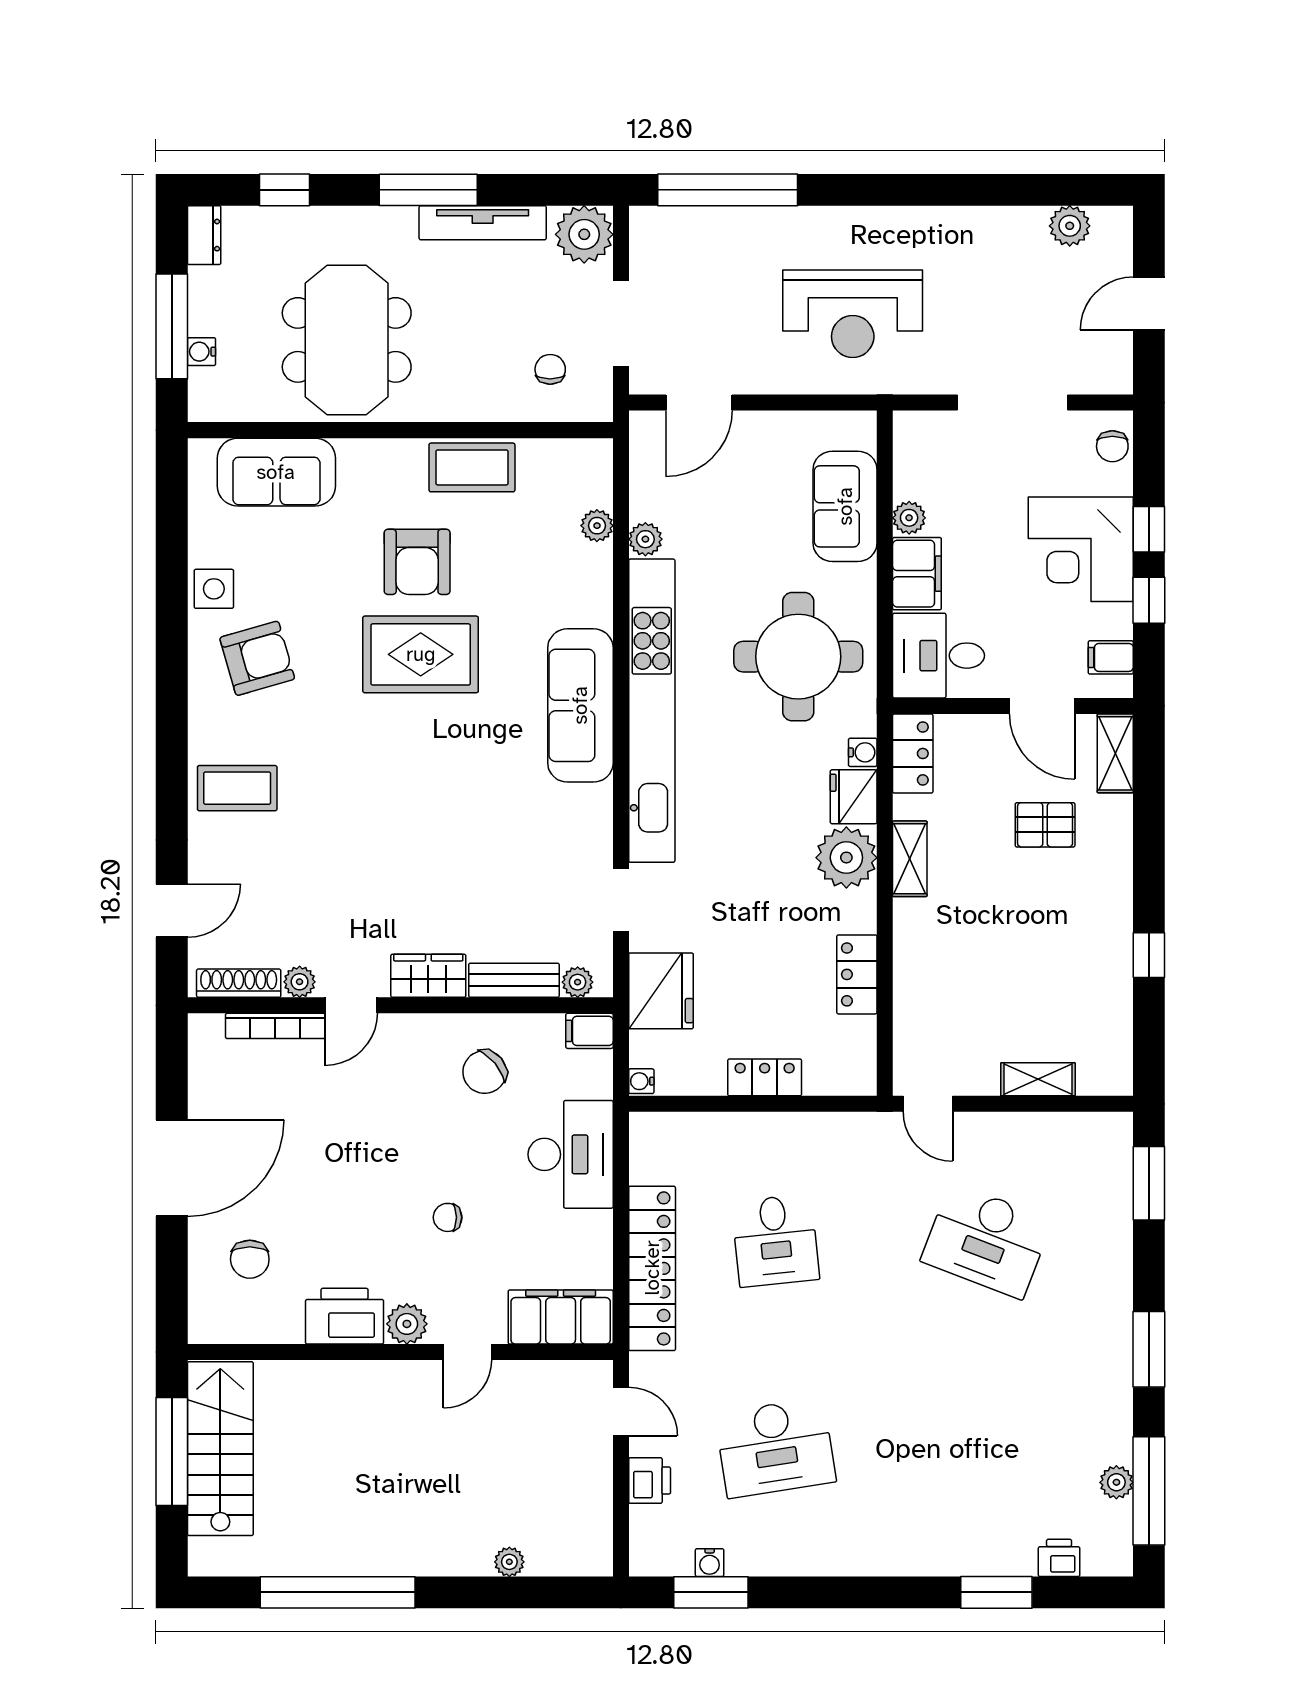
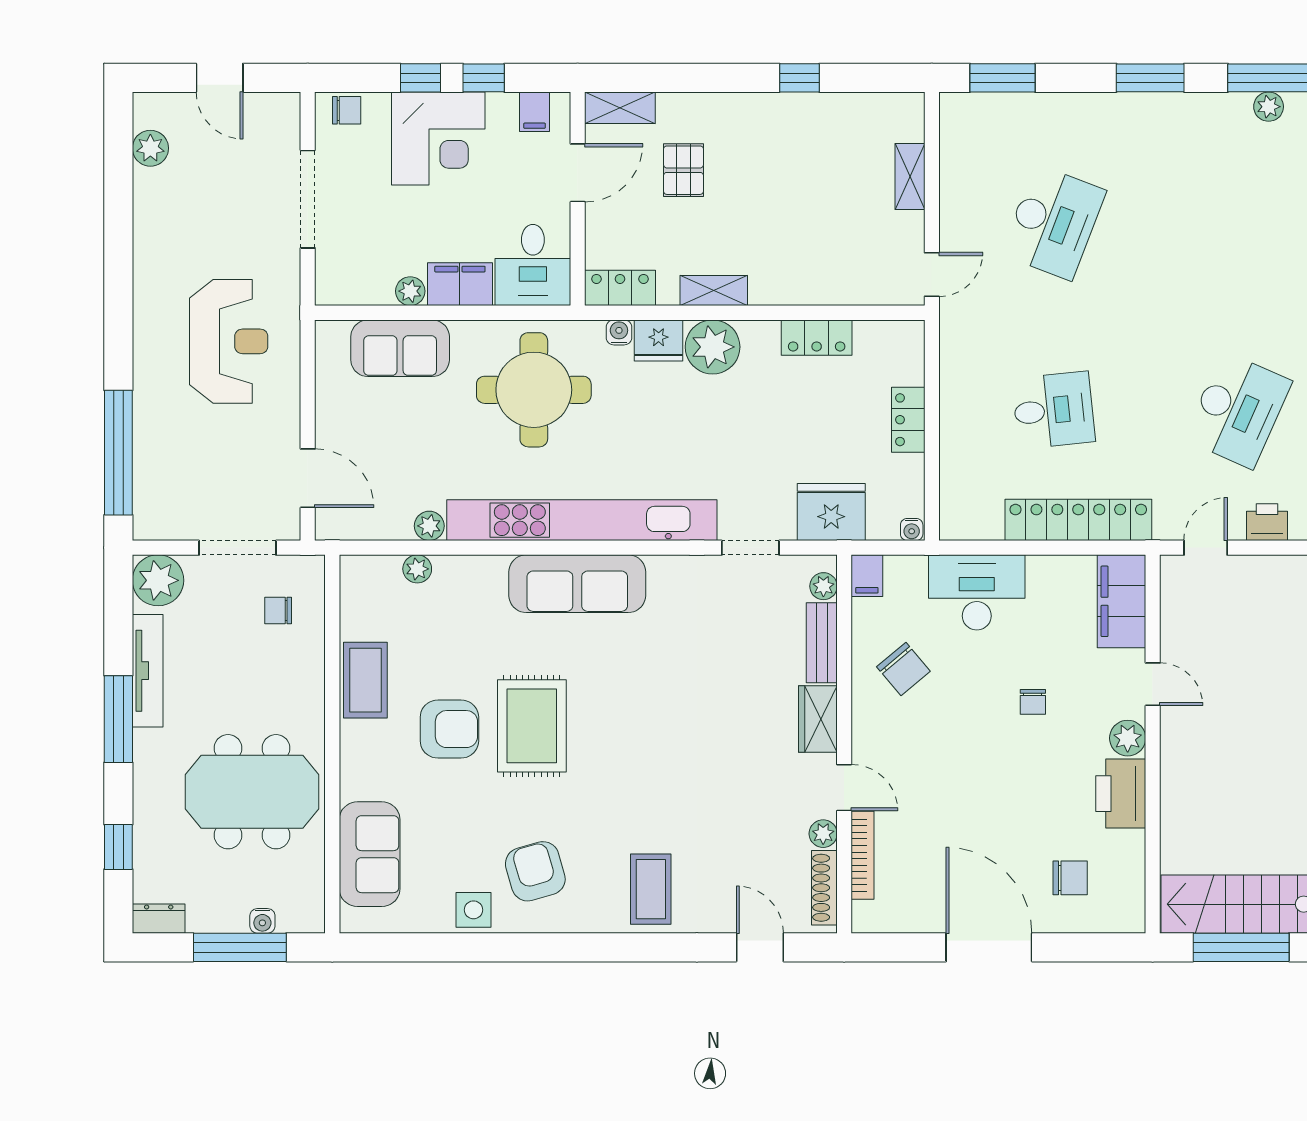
desk: (775, 1448) -> (1238, 410), turned 33

